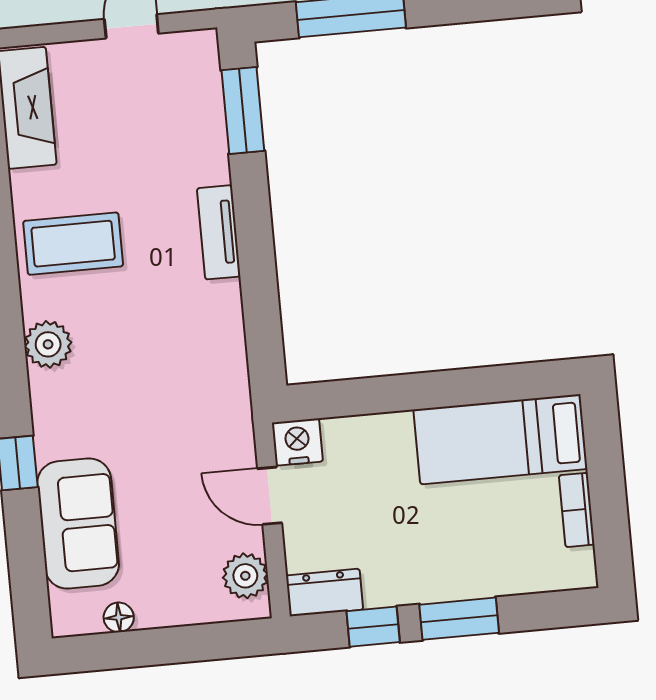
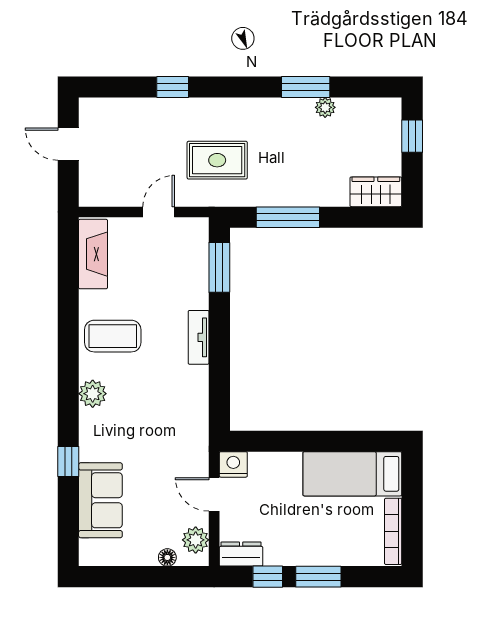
bookcase: (577, 510) -> (393, 531), width x1.56
floor lamp: (119, 617) -> (167, 557), moved

